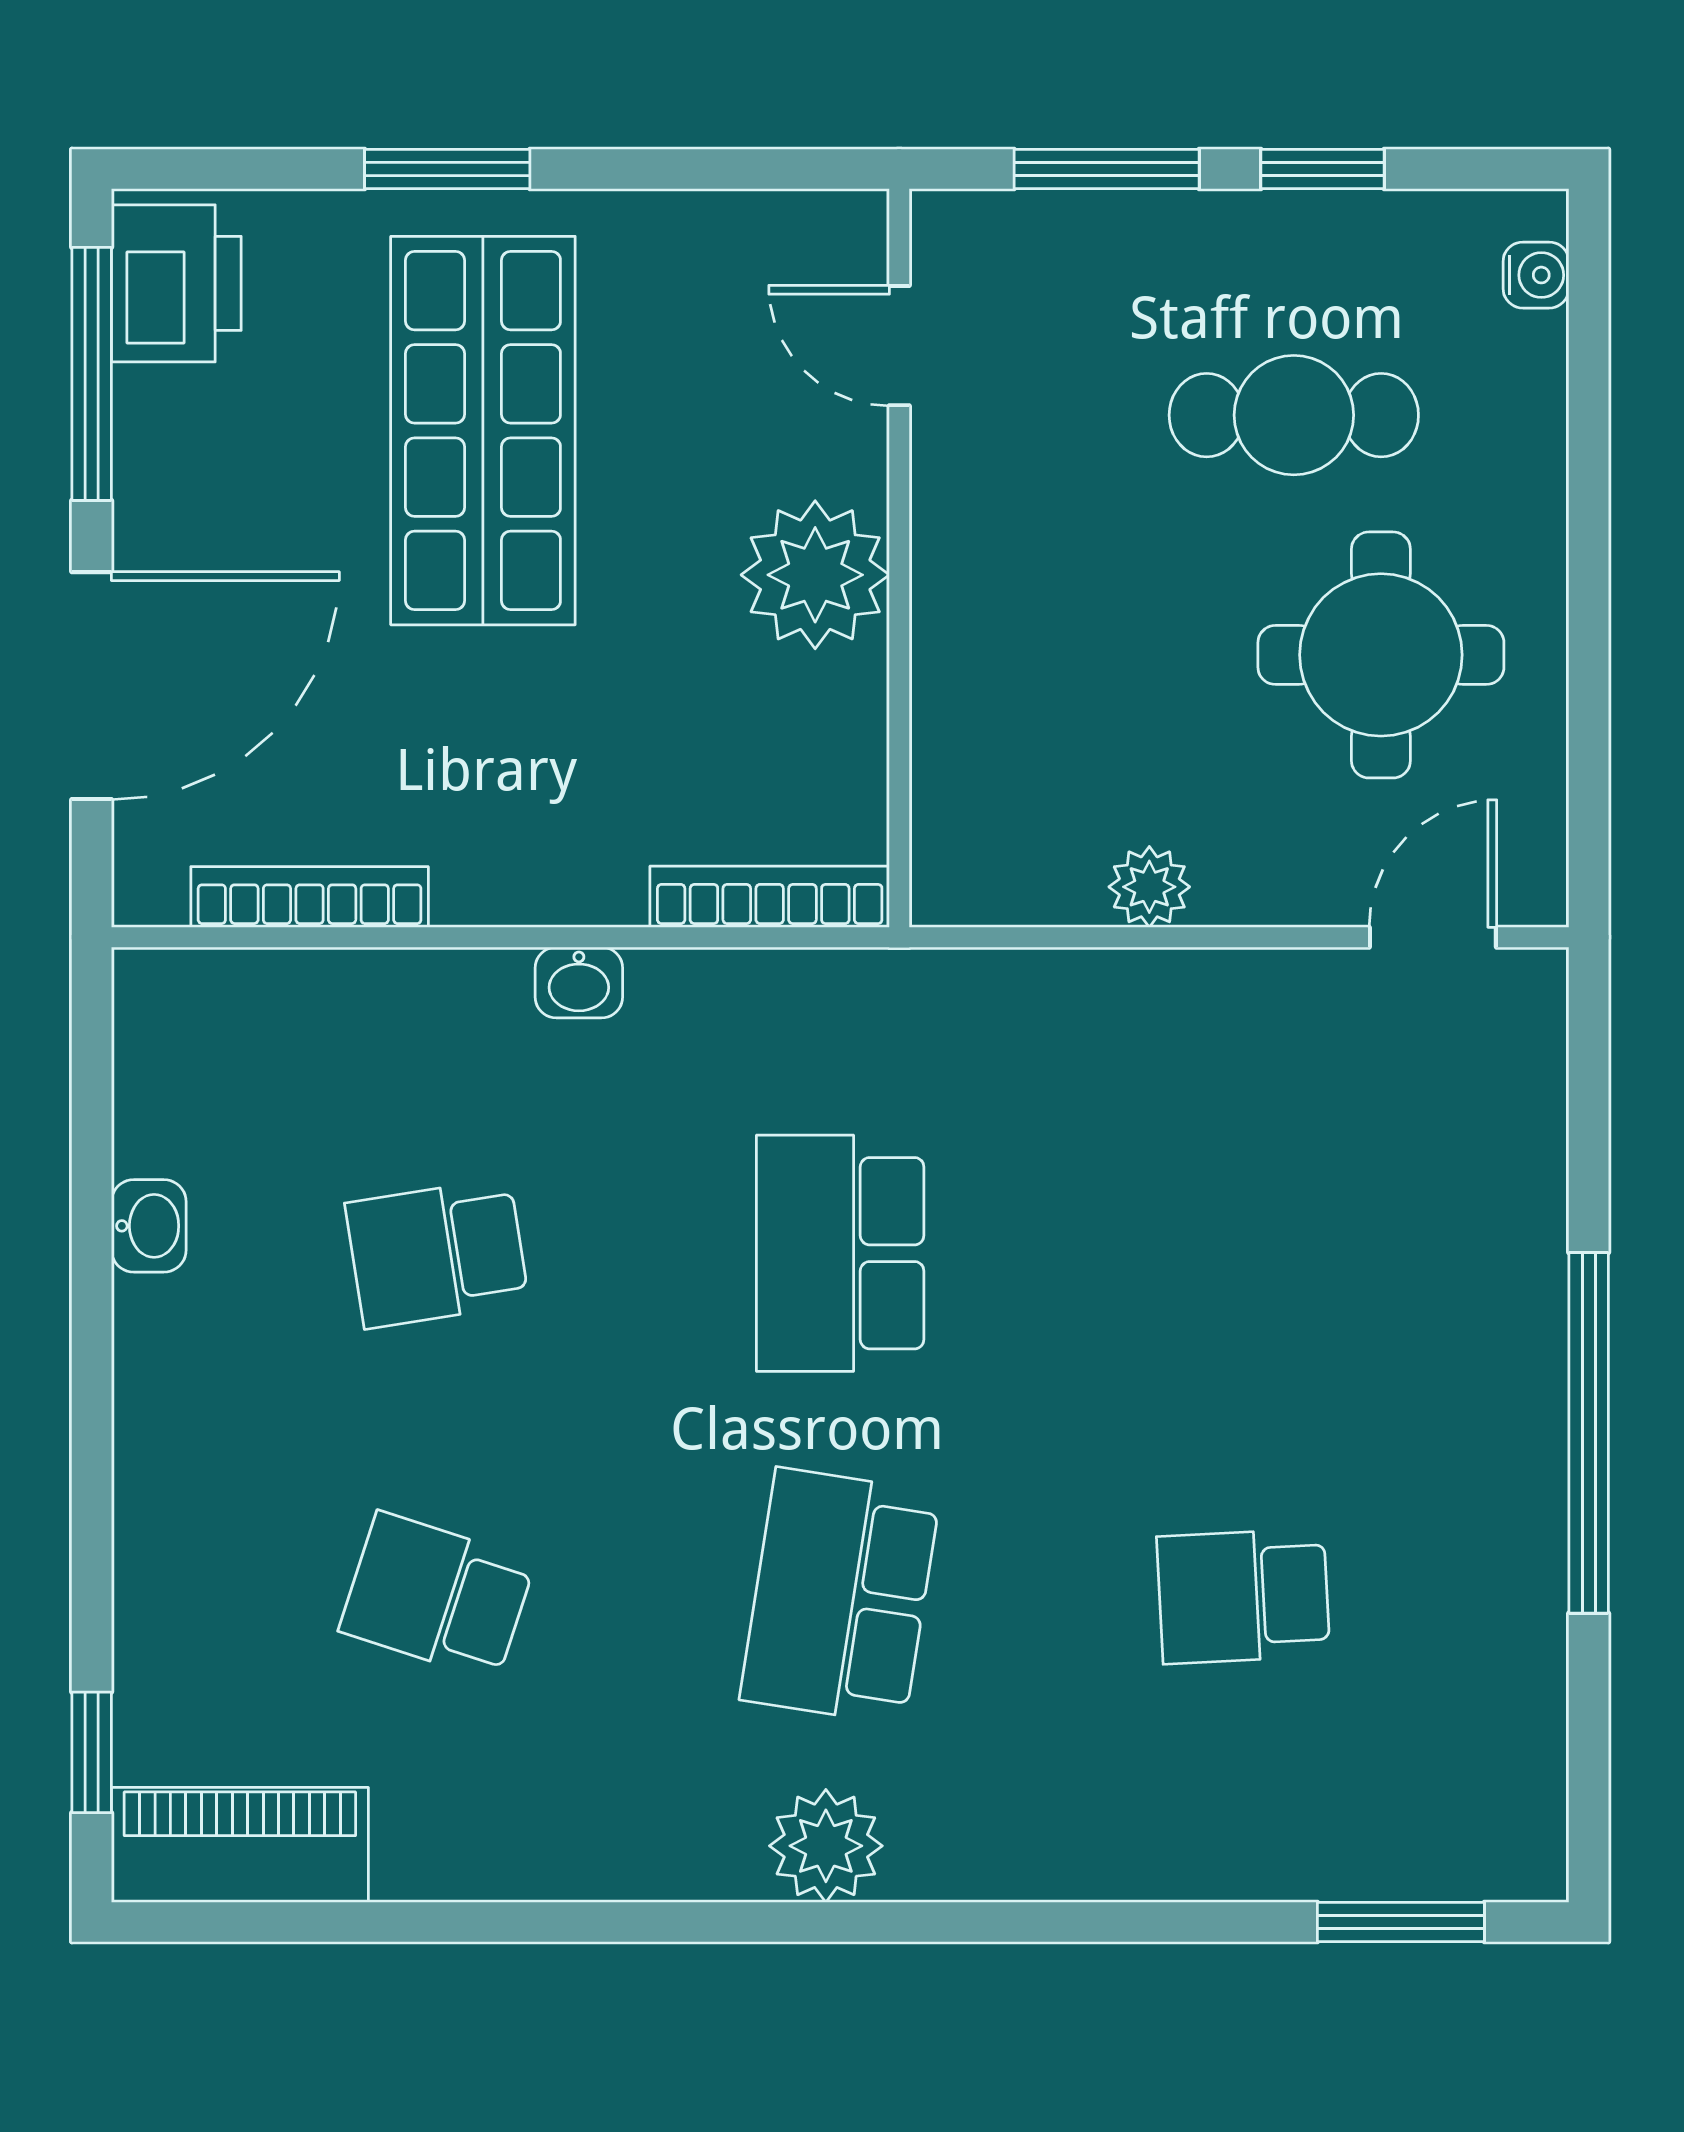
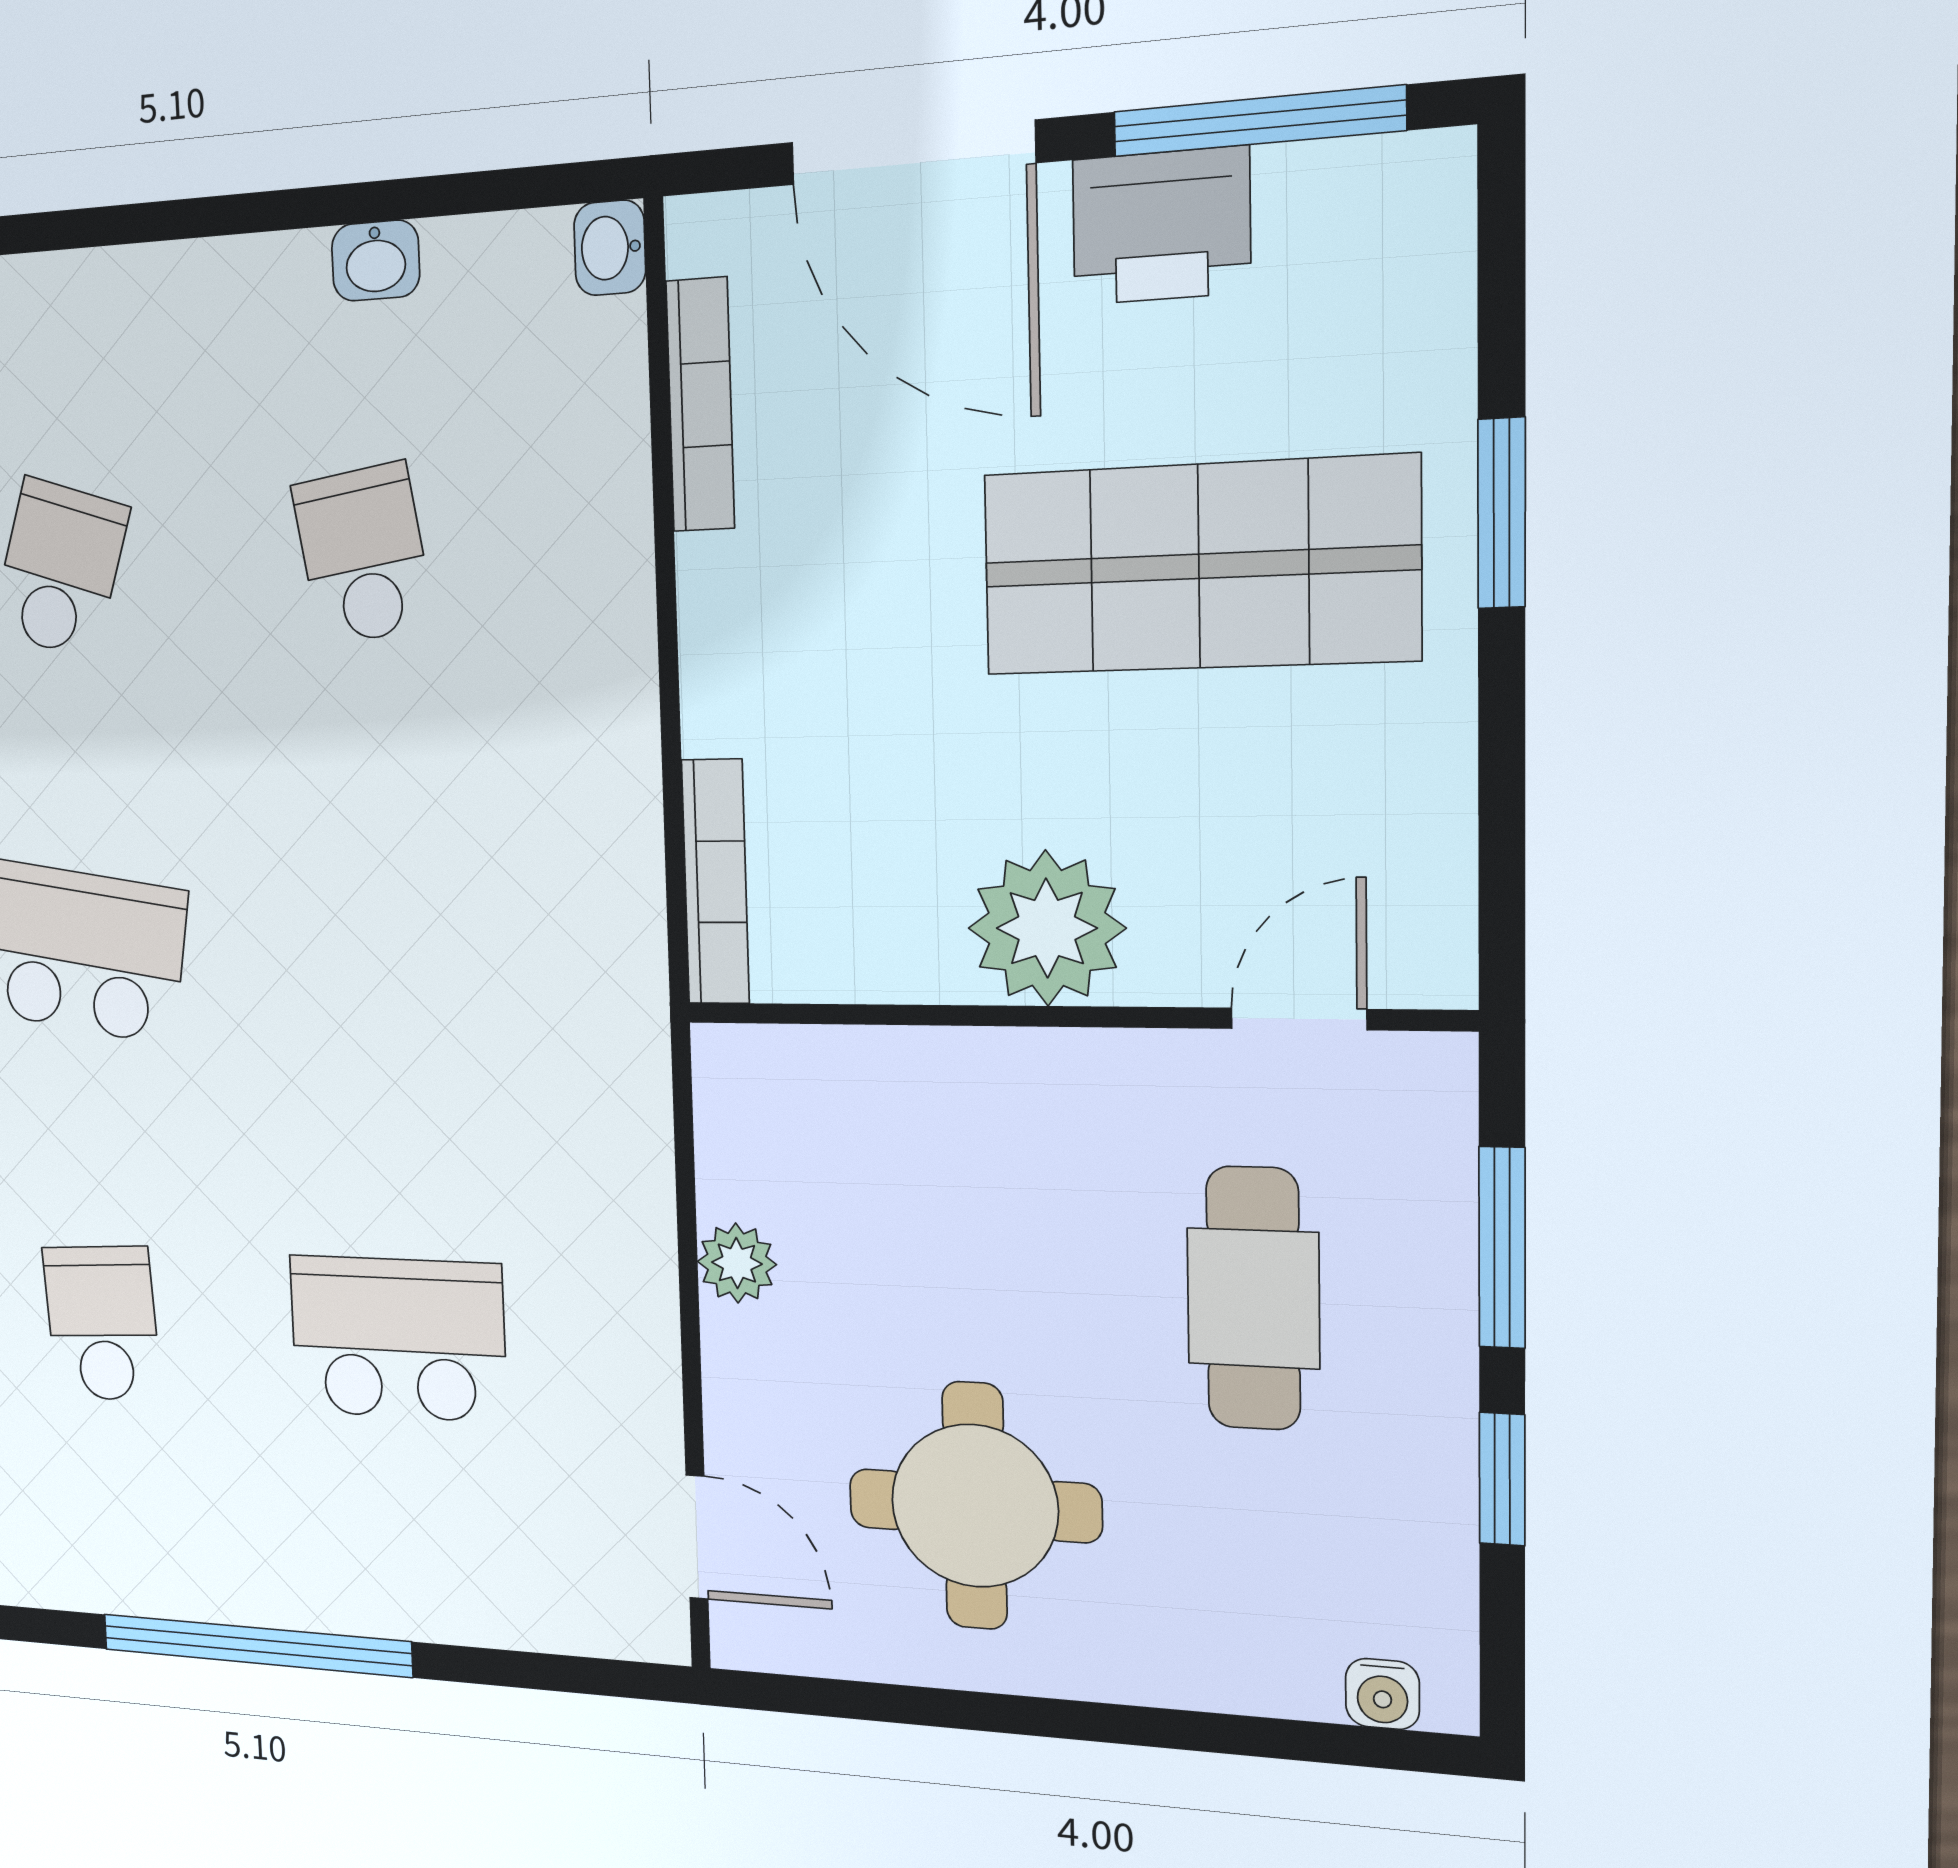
printer: (176, 283) -> (1161, 226), moved
cafe table: (1294, 415) -> (1253, 1298), moved
washbasin: (579, 982) -> (610, 248), moved
school desk: (840, 1253) -> (398, 1338), moved

